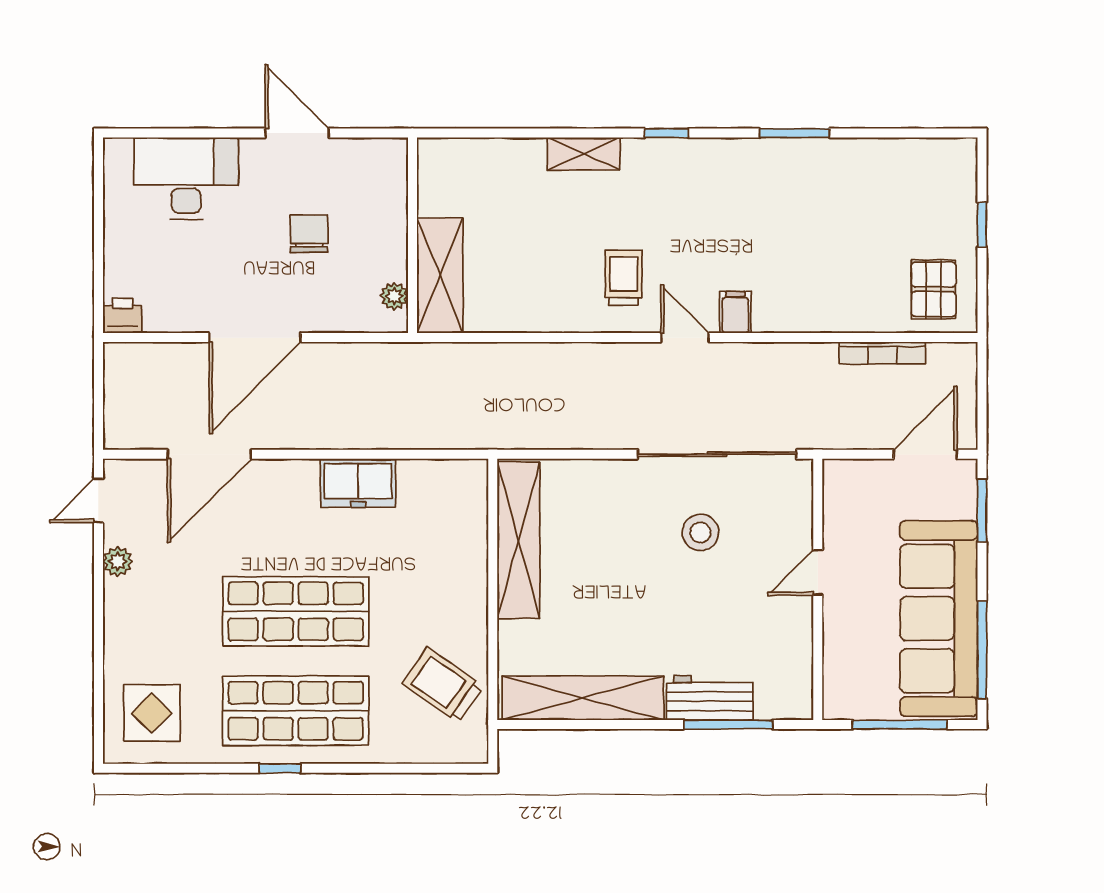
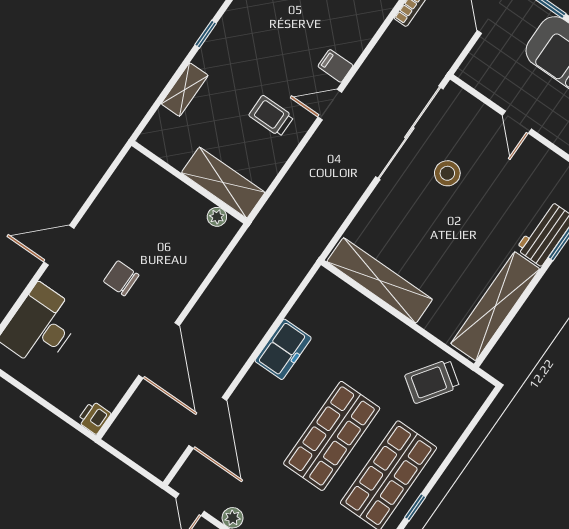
wall: (412, 235) -> (189, 182), moved
shelving: (440, 276) -> (223, 183), moved
plant: (394, 296) -> (217, 217), moved

